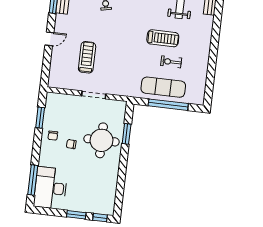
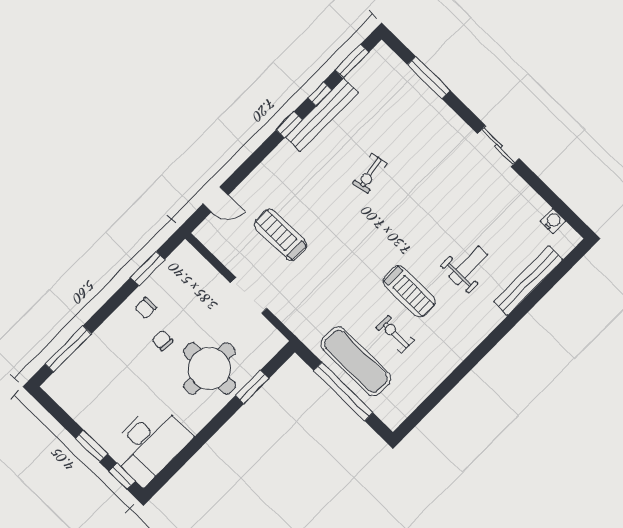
door: (49, 39) -> (216, 199), moved
treadmill: (87, 57) -> (281, 235), turned -90
desk: (51, 188) -> (150, 444), moved, turned 180

